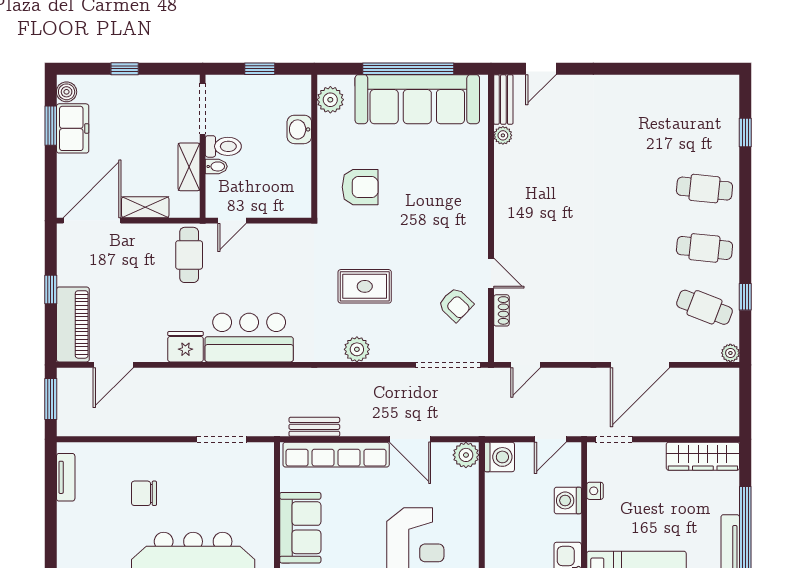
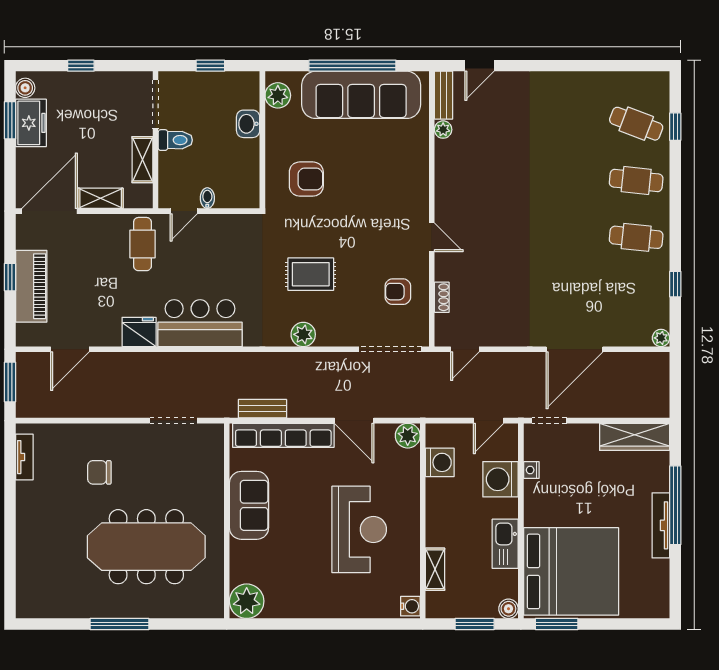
bidet: (216, 166) -> (207, 198), moved, turned -90
door: (491, 273) -> (432, 237), moved
armchair: (456, 305) -> (398, 292), turned 136
cafe table: (704, 307) -> (636, 124), moved
piano: (73, 324) -> (31, 286), moved
washing machine: (499, 457) -> (440, 462), moved
washing machine: (568, 500) -> (500, 479), width x1.37, depth x1.37

